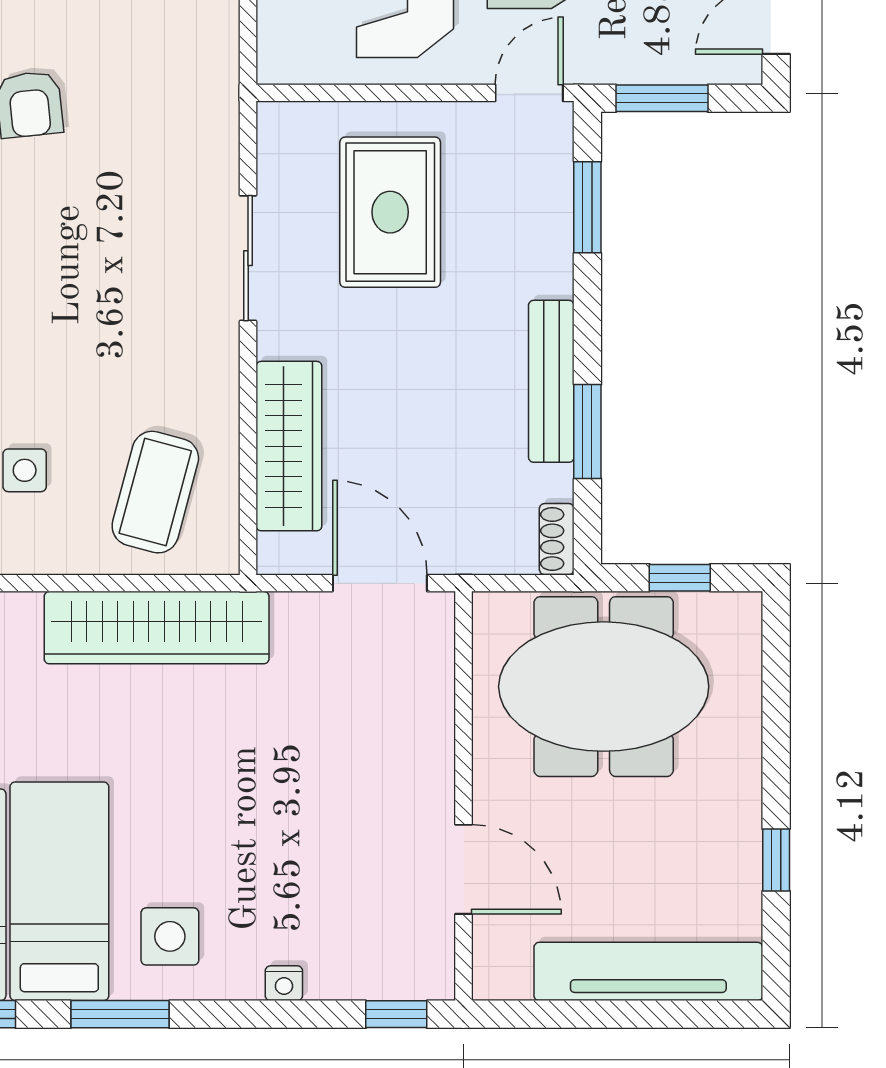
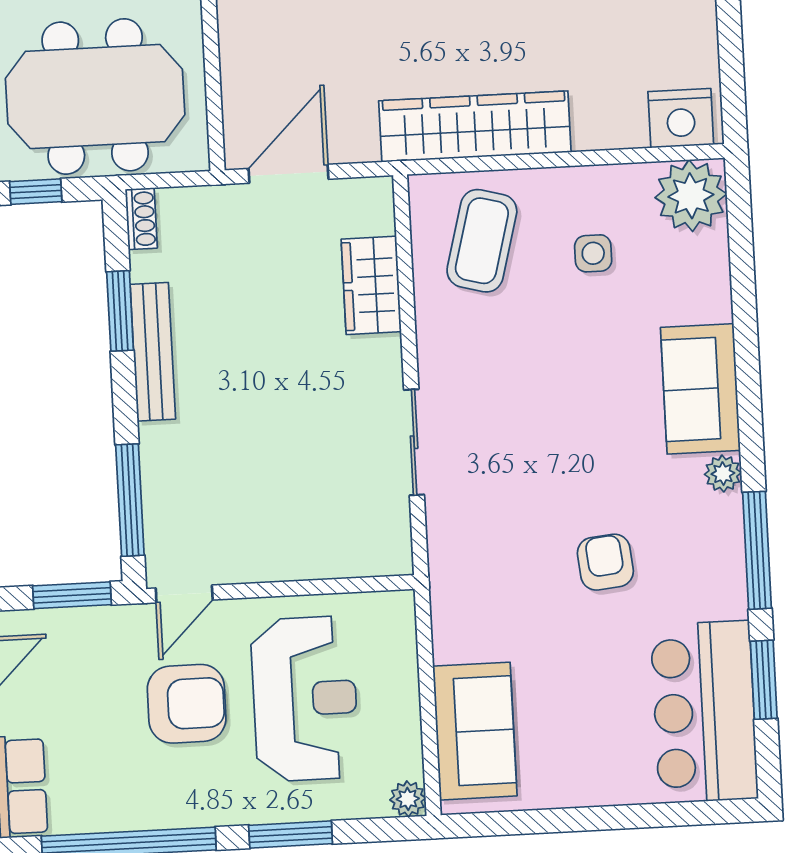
window: (587, 207) -> (130, 500), width x1.44
rug: (390, 212) -> (296, 487), removed
wardrobe: (289, 446) -> (371, 285), width x0.67
door: (380, 583) -> (288, 174), swing flipped

